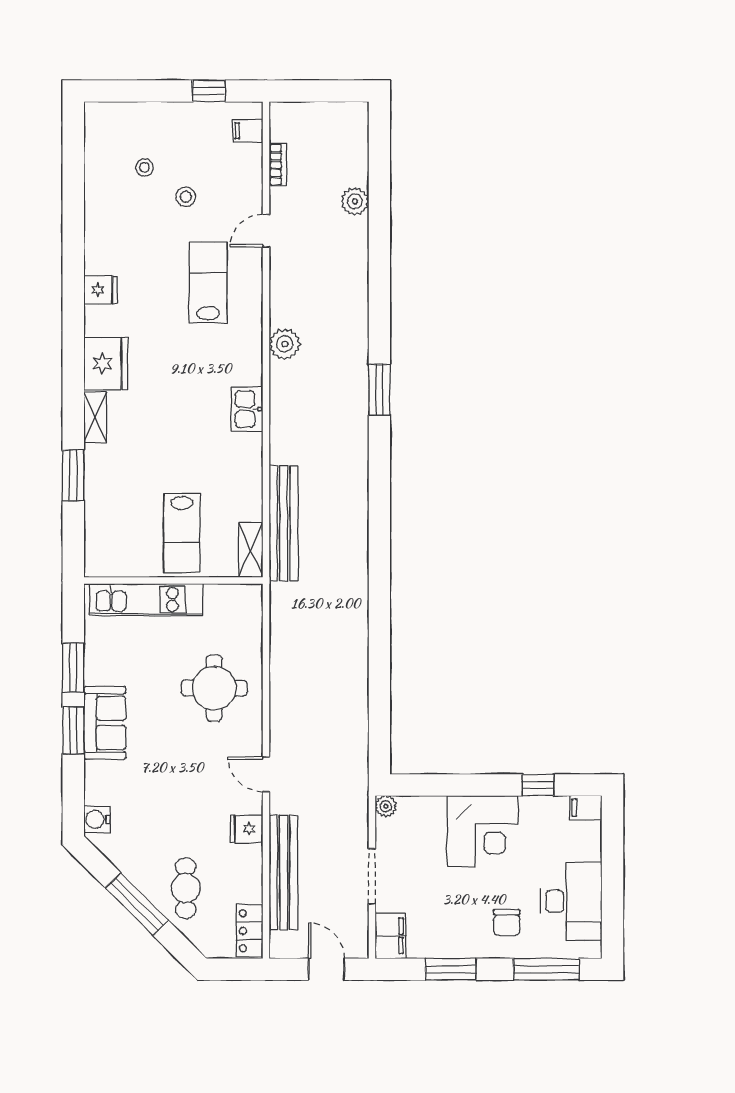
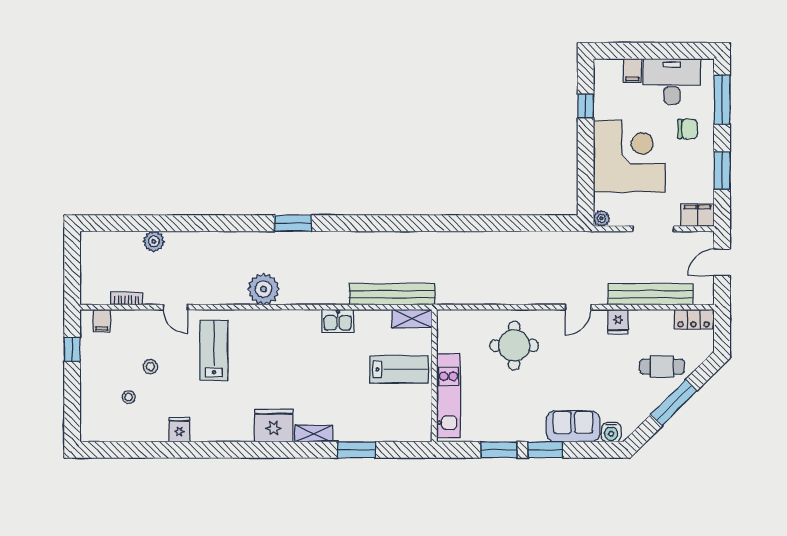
lab bench: (208, 283) -> (214, 350), turned 90
fridge: (101, 290) -> (179, 430), moved
plant: (285, 344) -> (264, 289), width x1.36, depth x1.36
kitchen sink: (247, 409) -> (338, 321), moved
sofa: (105, 723) -> (573, 426), moved
filing cabinet: (586, 808) -> (632, 71), moved
corner desk: (483, 831) -> (629, 156), width x1.36, depth x1.36

